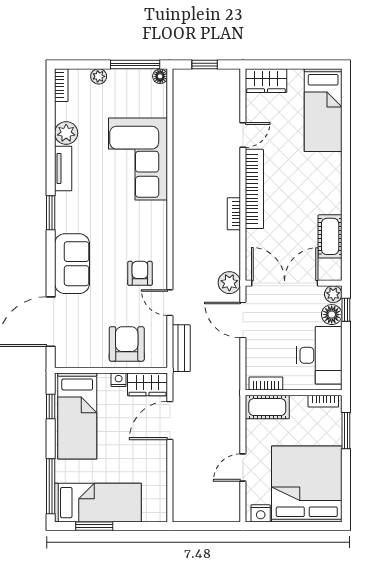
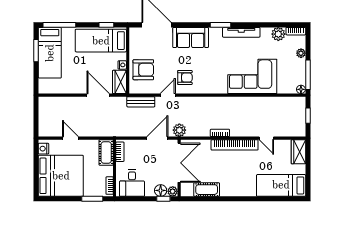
plant: (66, 133) -> (278, 34), moved
tv unit: (63, 168) -> (241, 32), width x1.41
desk: (319, 355) -> (132, 183), width x0.73

